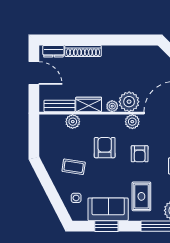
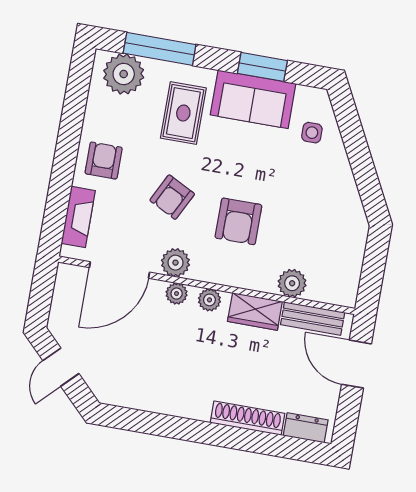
door: (34, 73) -> (356, 364), moved
plant: (129, 102) -> (177, 294), width x0.53, depth x0.53
armchair: (140, 154) -> (172, 197), turned -153
coffee table: (74, 167) -> (306, 195), removed

